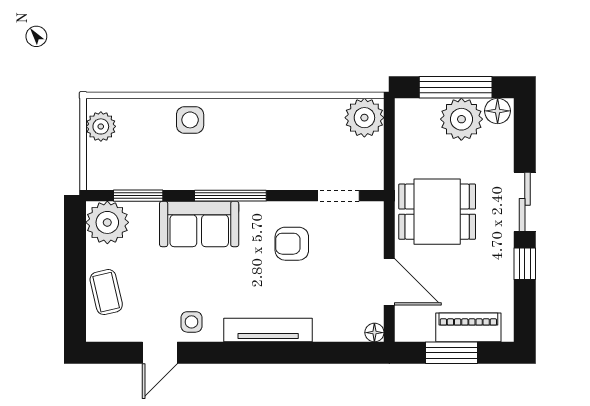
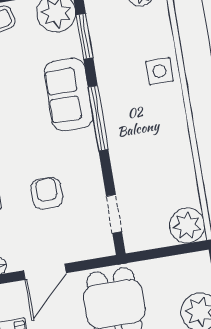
armchair: (292, 244) -> (47, 193), moved

